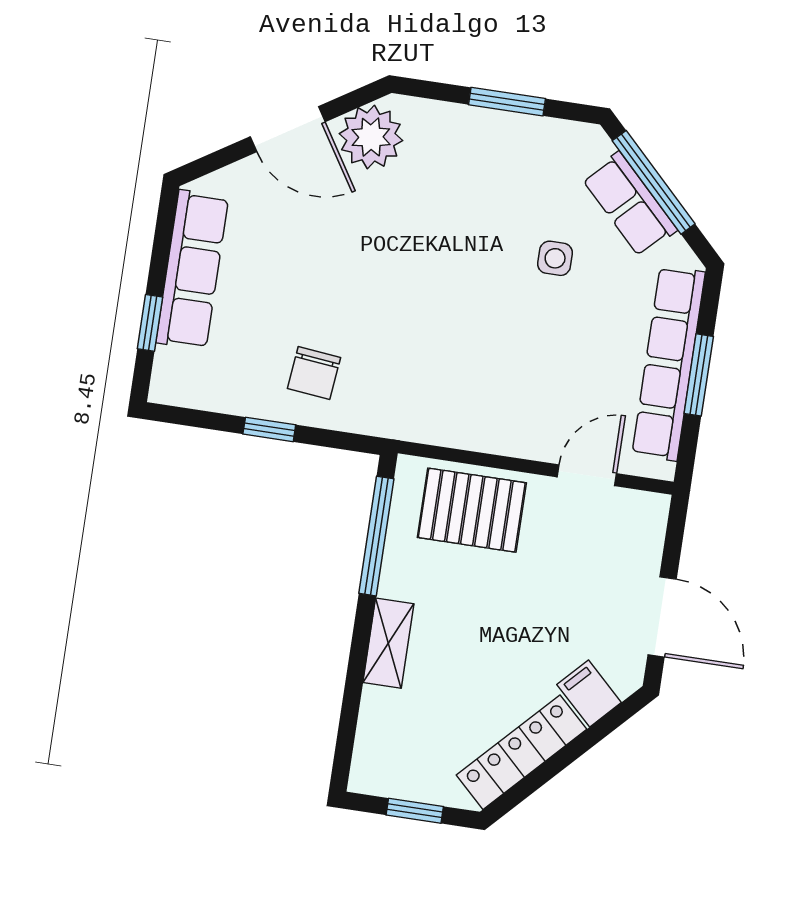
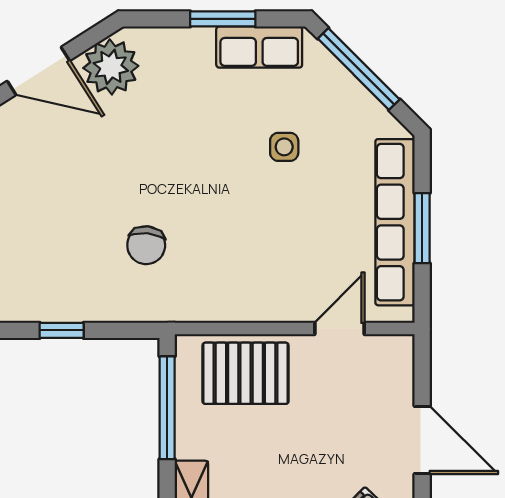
row of seats: (630, 204) -> (259, 47), moved, turned -45
chair: (314, 373) -> (146, 245), moved

